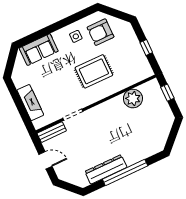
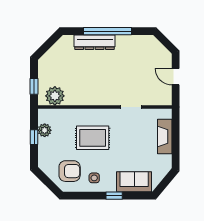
window: (51, 29) -> (114, 196), added
plant: (140, 58) -> (45, 130), added
plant: (133, 99) -> (55, 96), moved
bench: (52, 132) -> (158, 100), removed
dresser: (106, 169) -> (95, 42), moved

